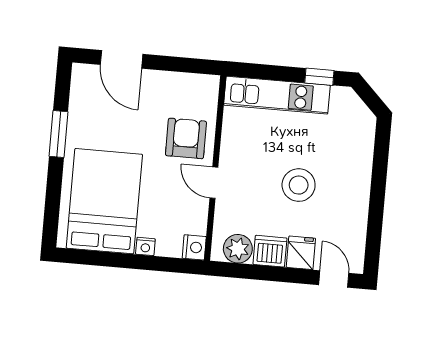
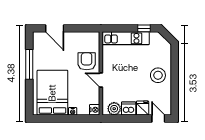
window: (59, 134) -> (29, 64), width x1.44
stool: (299, 185) -> (158, 75), moved

